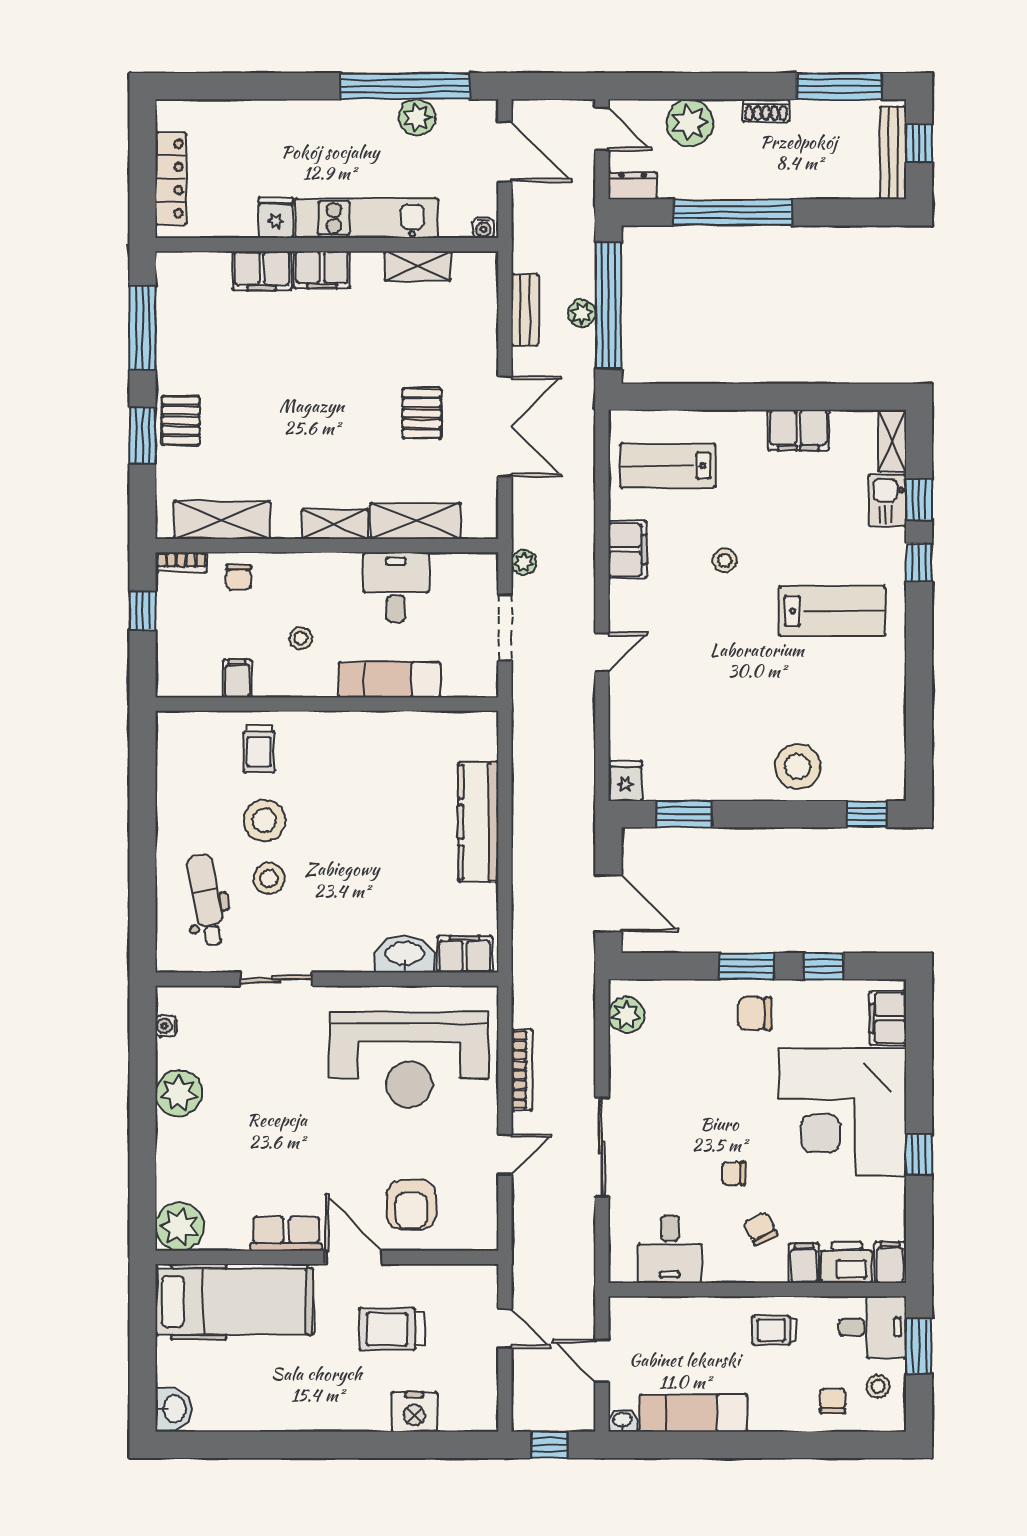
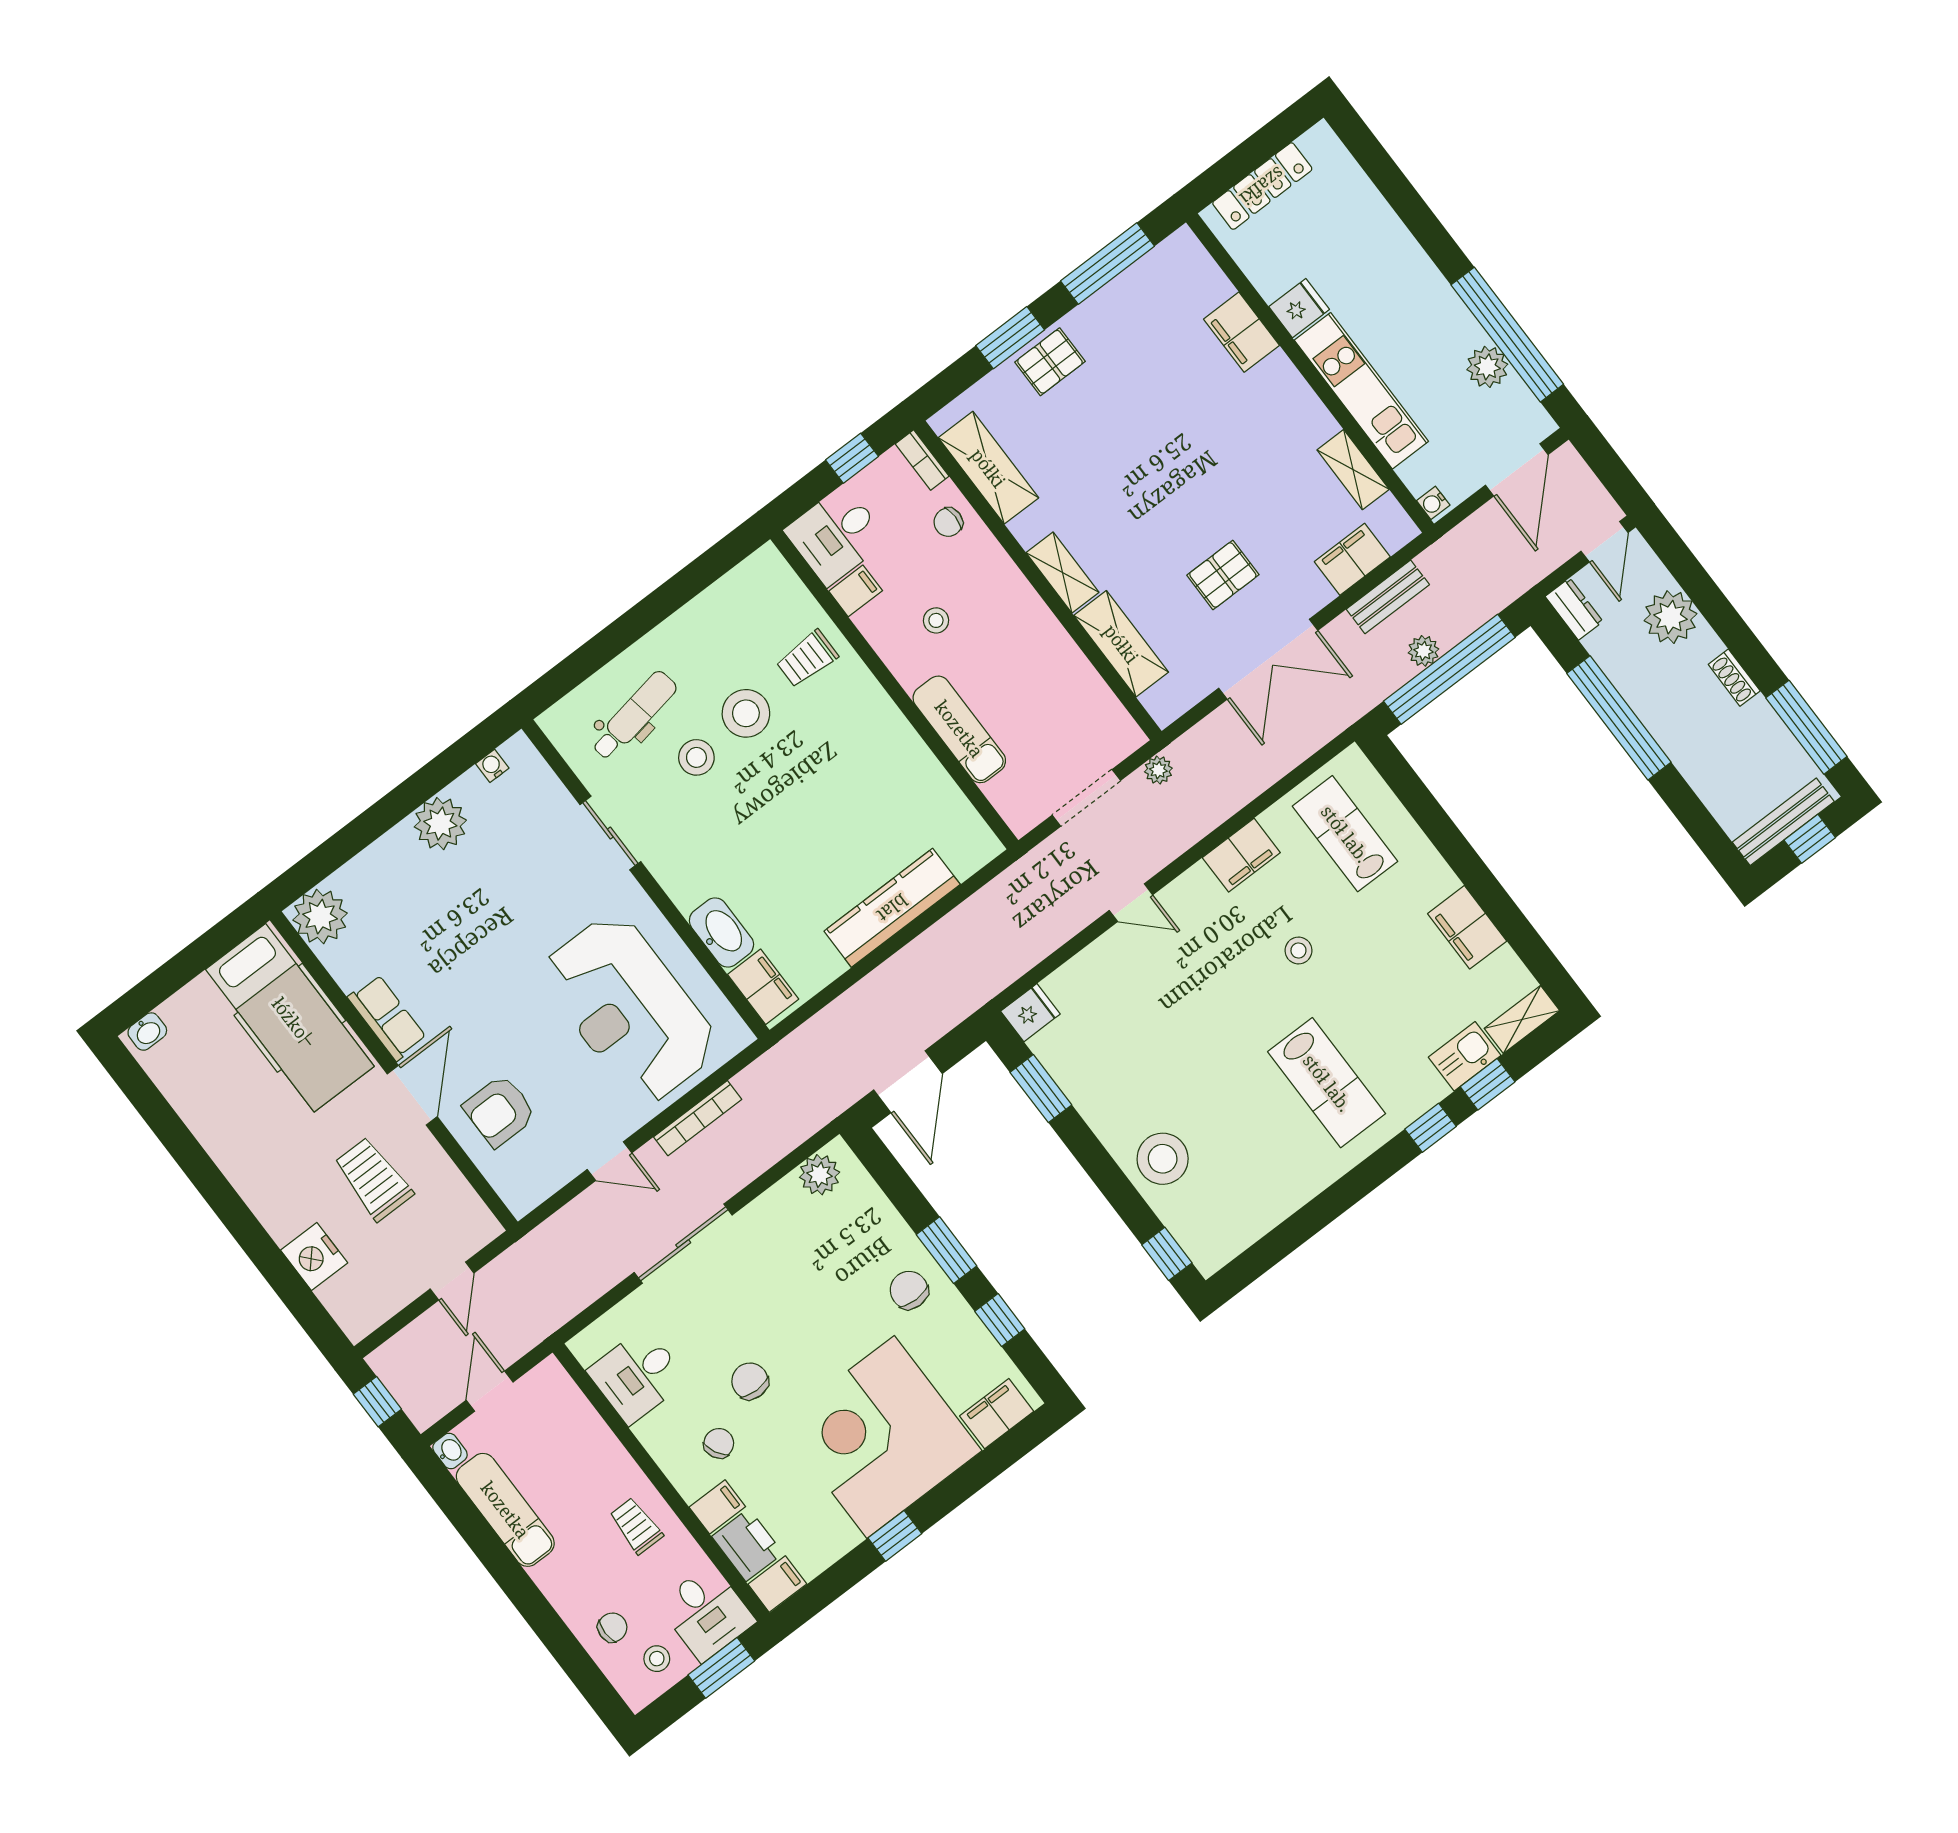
filing cabinet: (322, 270) -> (1352, 559), moved, turned 90
desk: (396, 587) -> (836, 535), moved, turned 180
chair: (734, 1173) -> (750, 1381), width x1.37, depth x1.37
washbasin: (174, 1409) -> (147, 1032), width x0.72, depth x0.69

